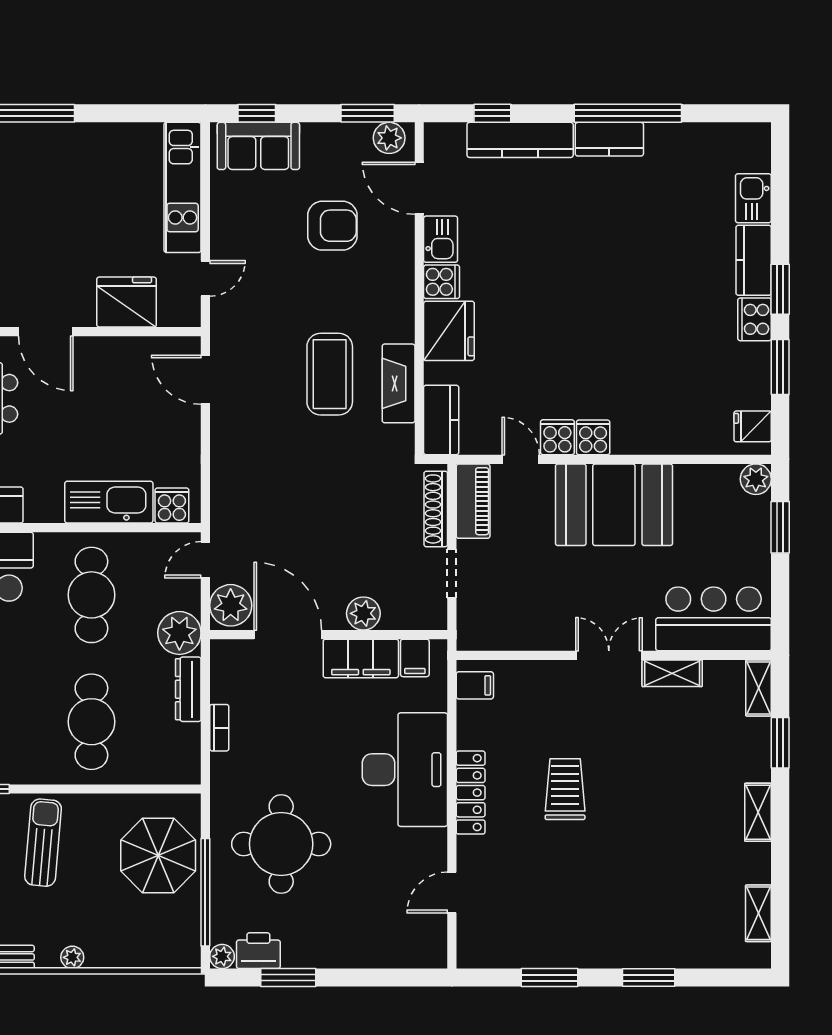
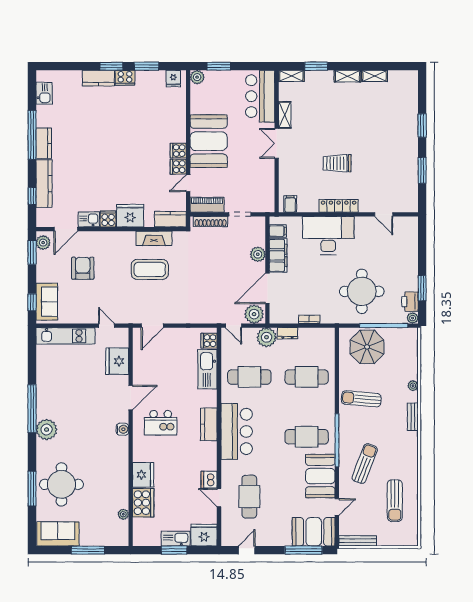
kitchen sink: (753, 198) -> (44, 93), moved, turned -90
dresser: (188, 689) -> (288, 333), width x0.70
shelving: (758, 913) -> (375, 76), moved

